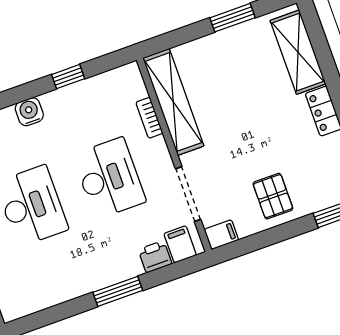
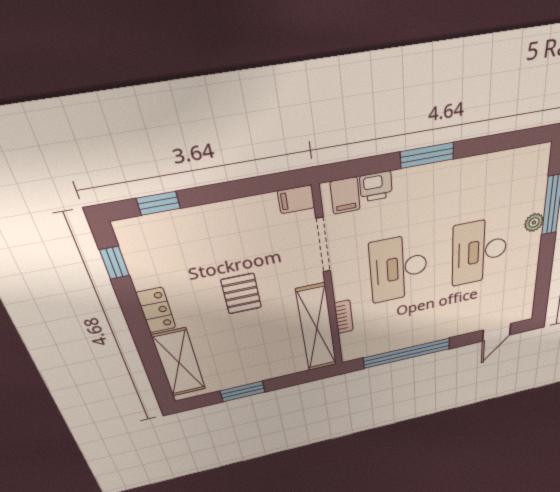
window: (68, 77) -> (407, 353), width x3.17
water cooler: (29, 112) -> (450, 329), removed
pallet: (273, 196) -> (241, 294), moved

